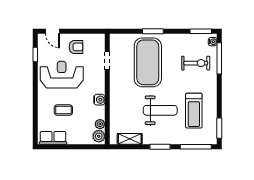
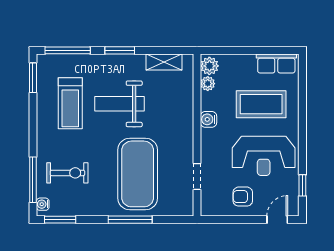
door: (52, 31) -> (277, 220), hinge flipped
window: (153, 31) -> (130, 220), width x1.44
exercise bike: (196, 63) -> (67, 173), turned 180
coffee table: (63, 110) -> (261, 104), width x1.86, depth x1.72
treadmill: (194, 111) -> (70, 103), turned 180

